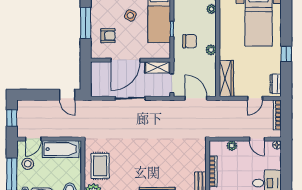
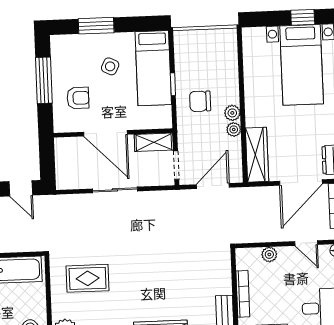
plant: (211, 9) -> (234, 129), moved
chair: (190, 41) -> (200, 101), turned 180
door: (125, 60) -> (105, 133), hinge flipped
door: (196, 98) -> (213, 186), hinge flipped
door: (255, 98) -> (301, 182), width x1.87
rug: (100, 166) -> (88, 278), moved, turned 90

